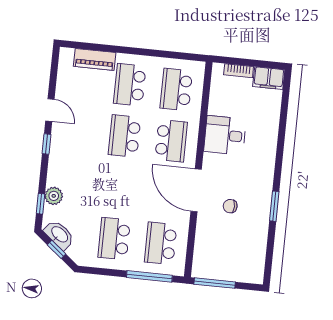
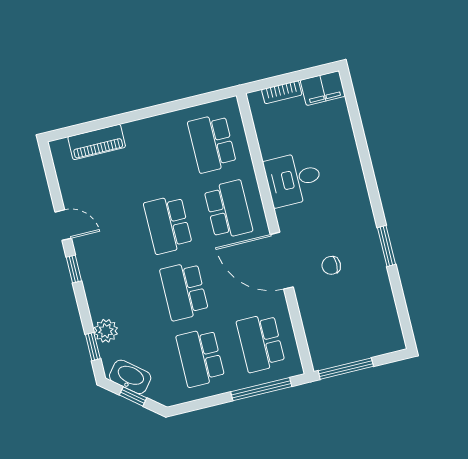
school desk: (130, 85) -> (184, 291), moved

